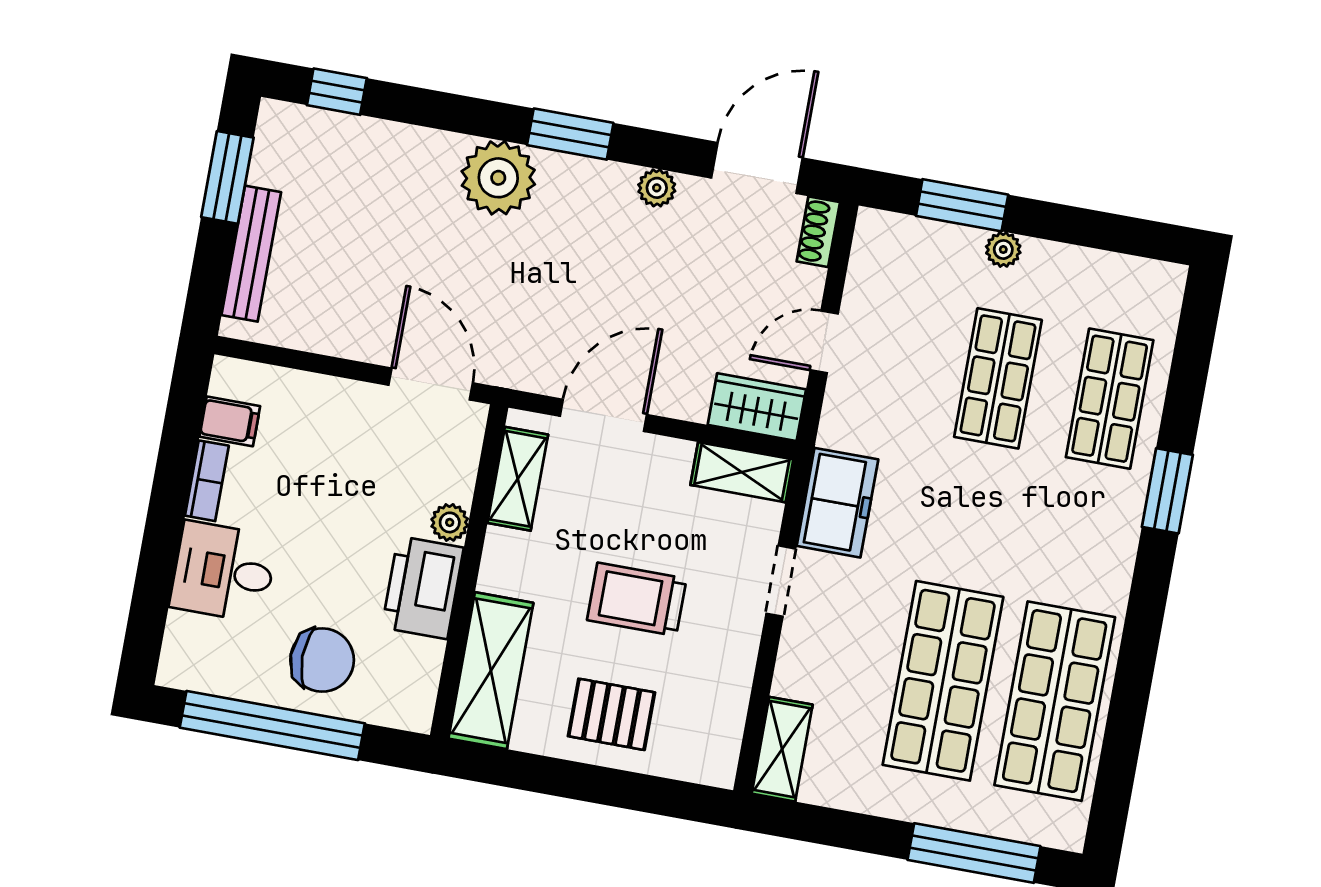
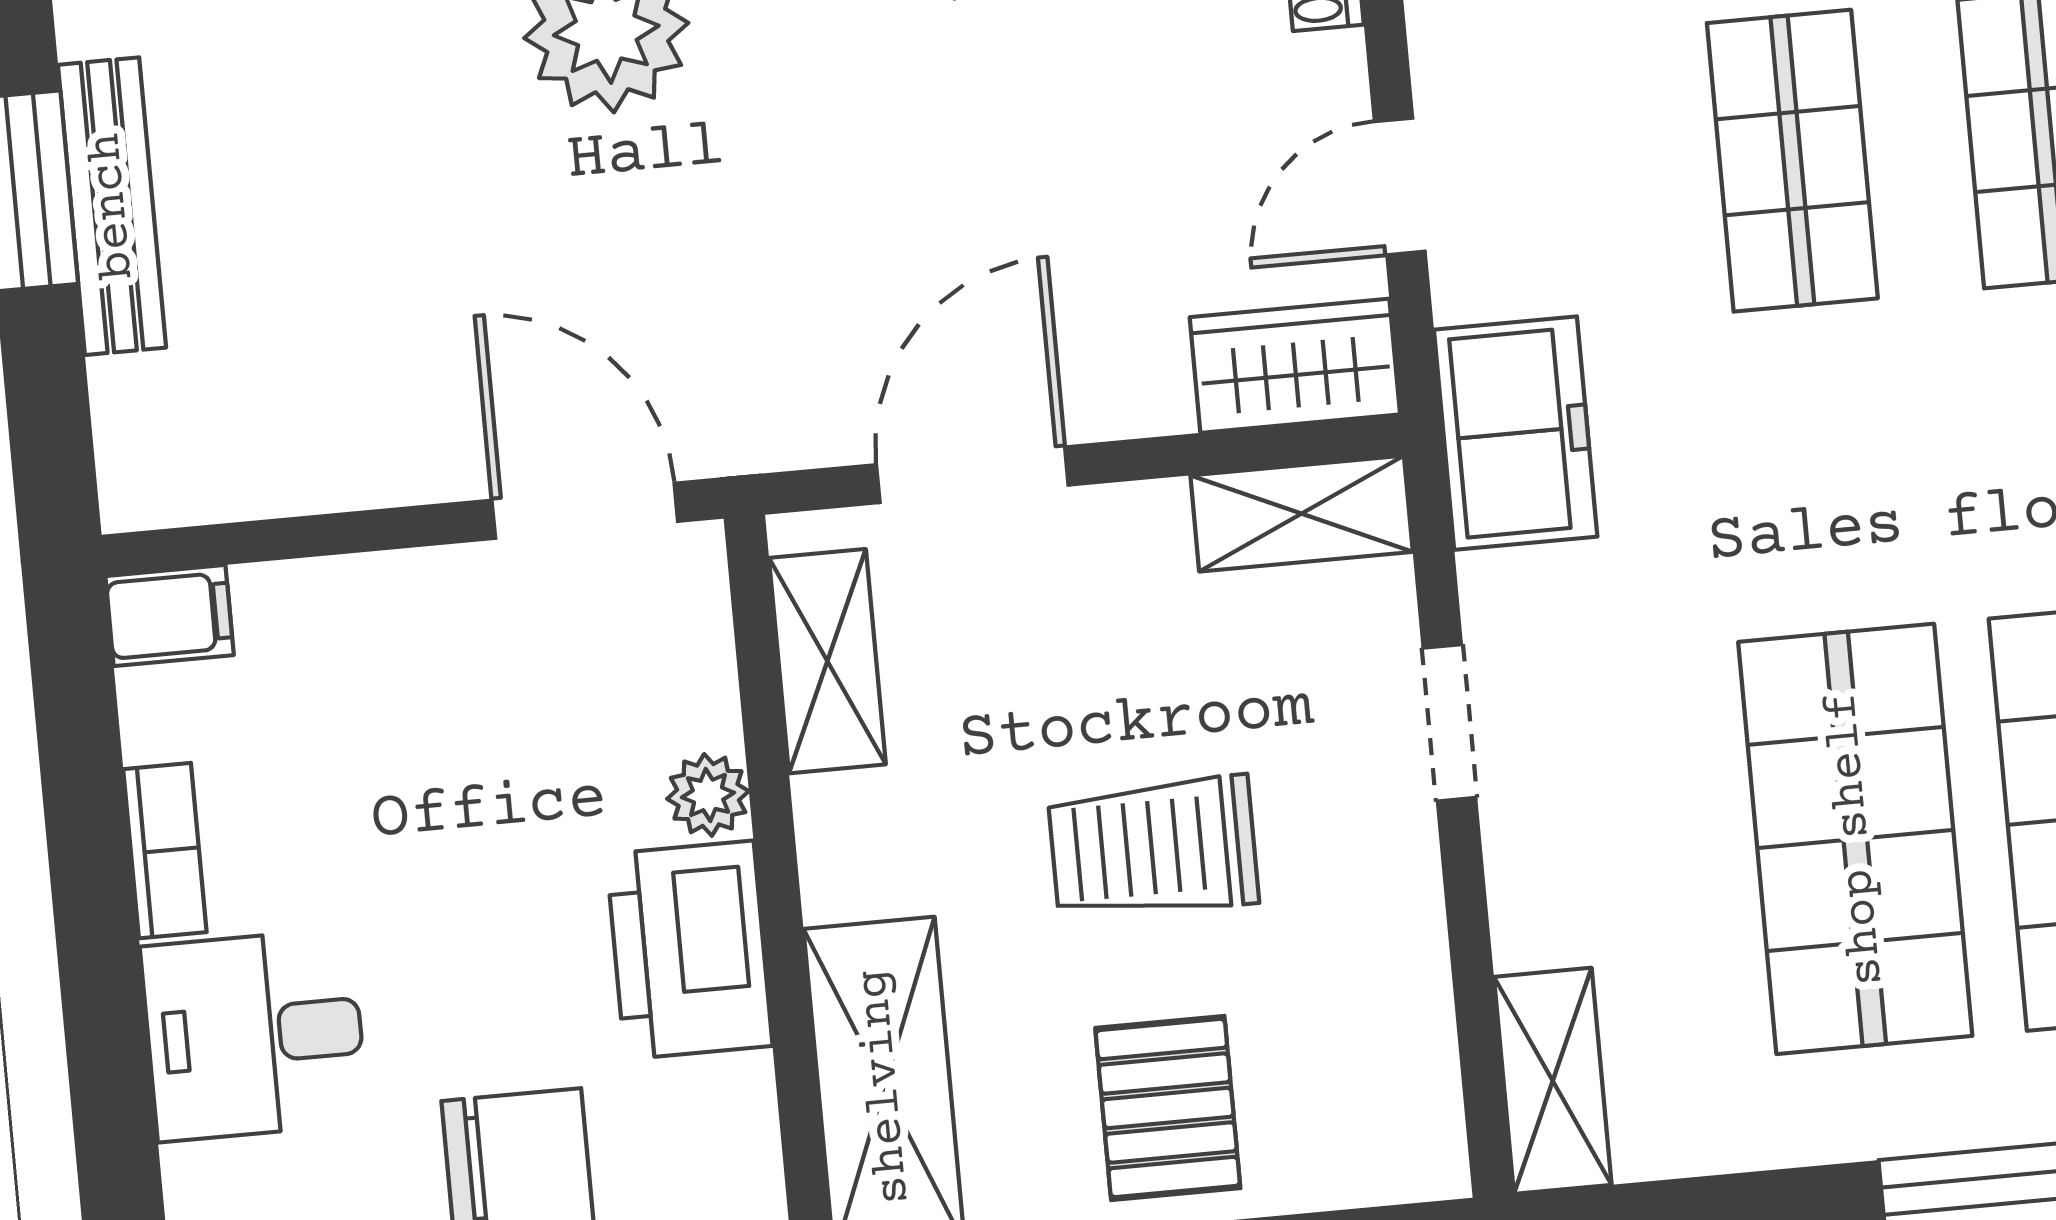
bench: (251, 254) -> (112, 206), moved
filing cabinet: (230, 421) -> (170, 616), moved
freezer: (837, 503) -> (1516, 433), moved
pallet: (612, 714) -> (1168, 1108), turned 90

